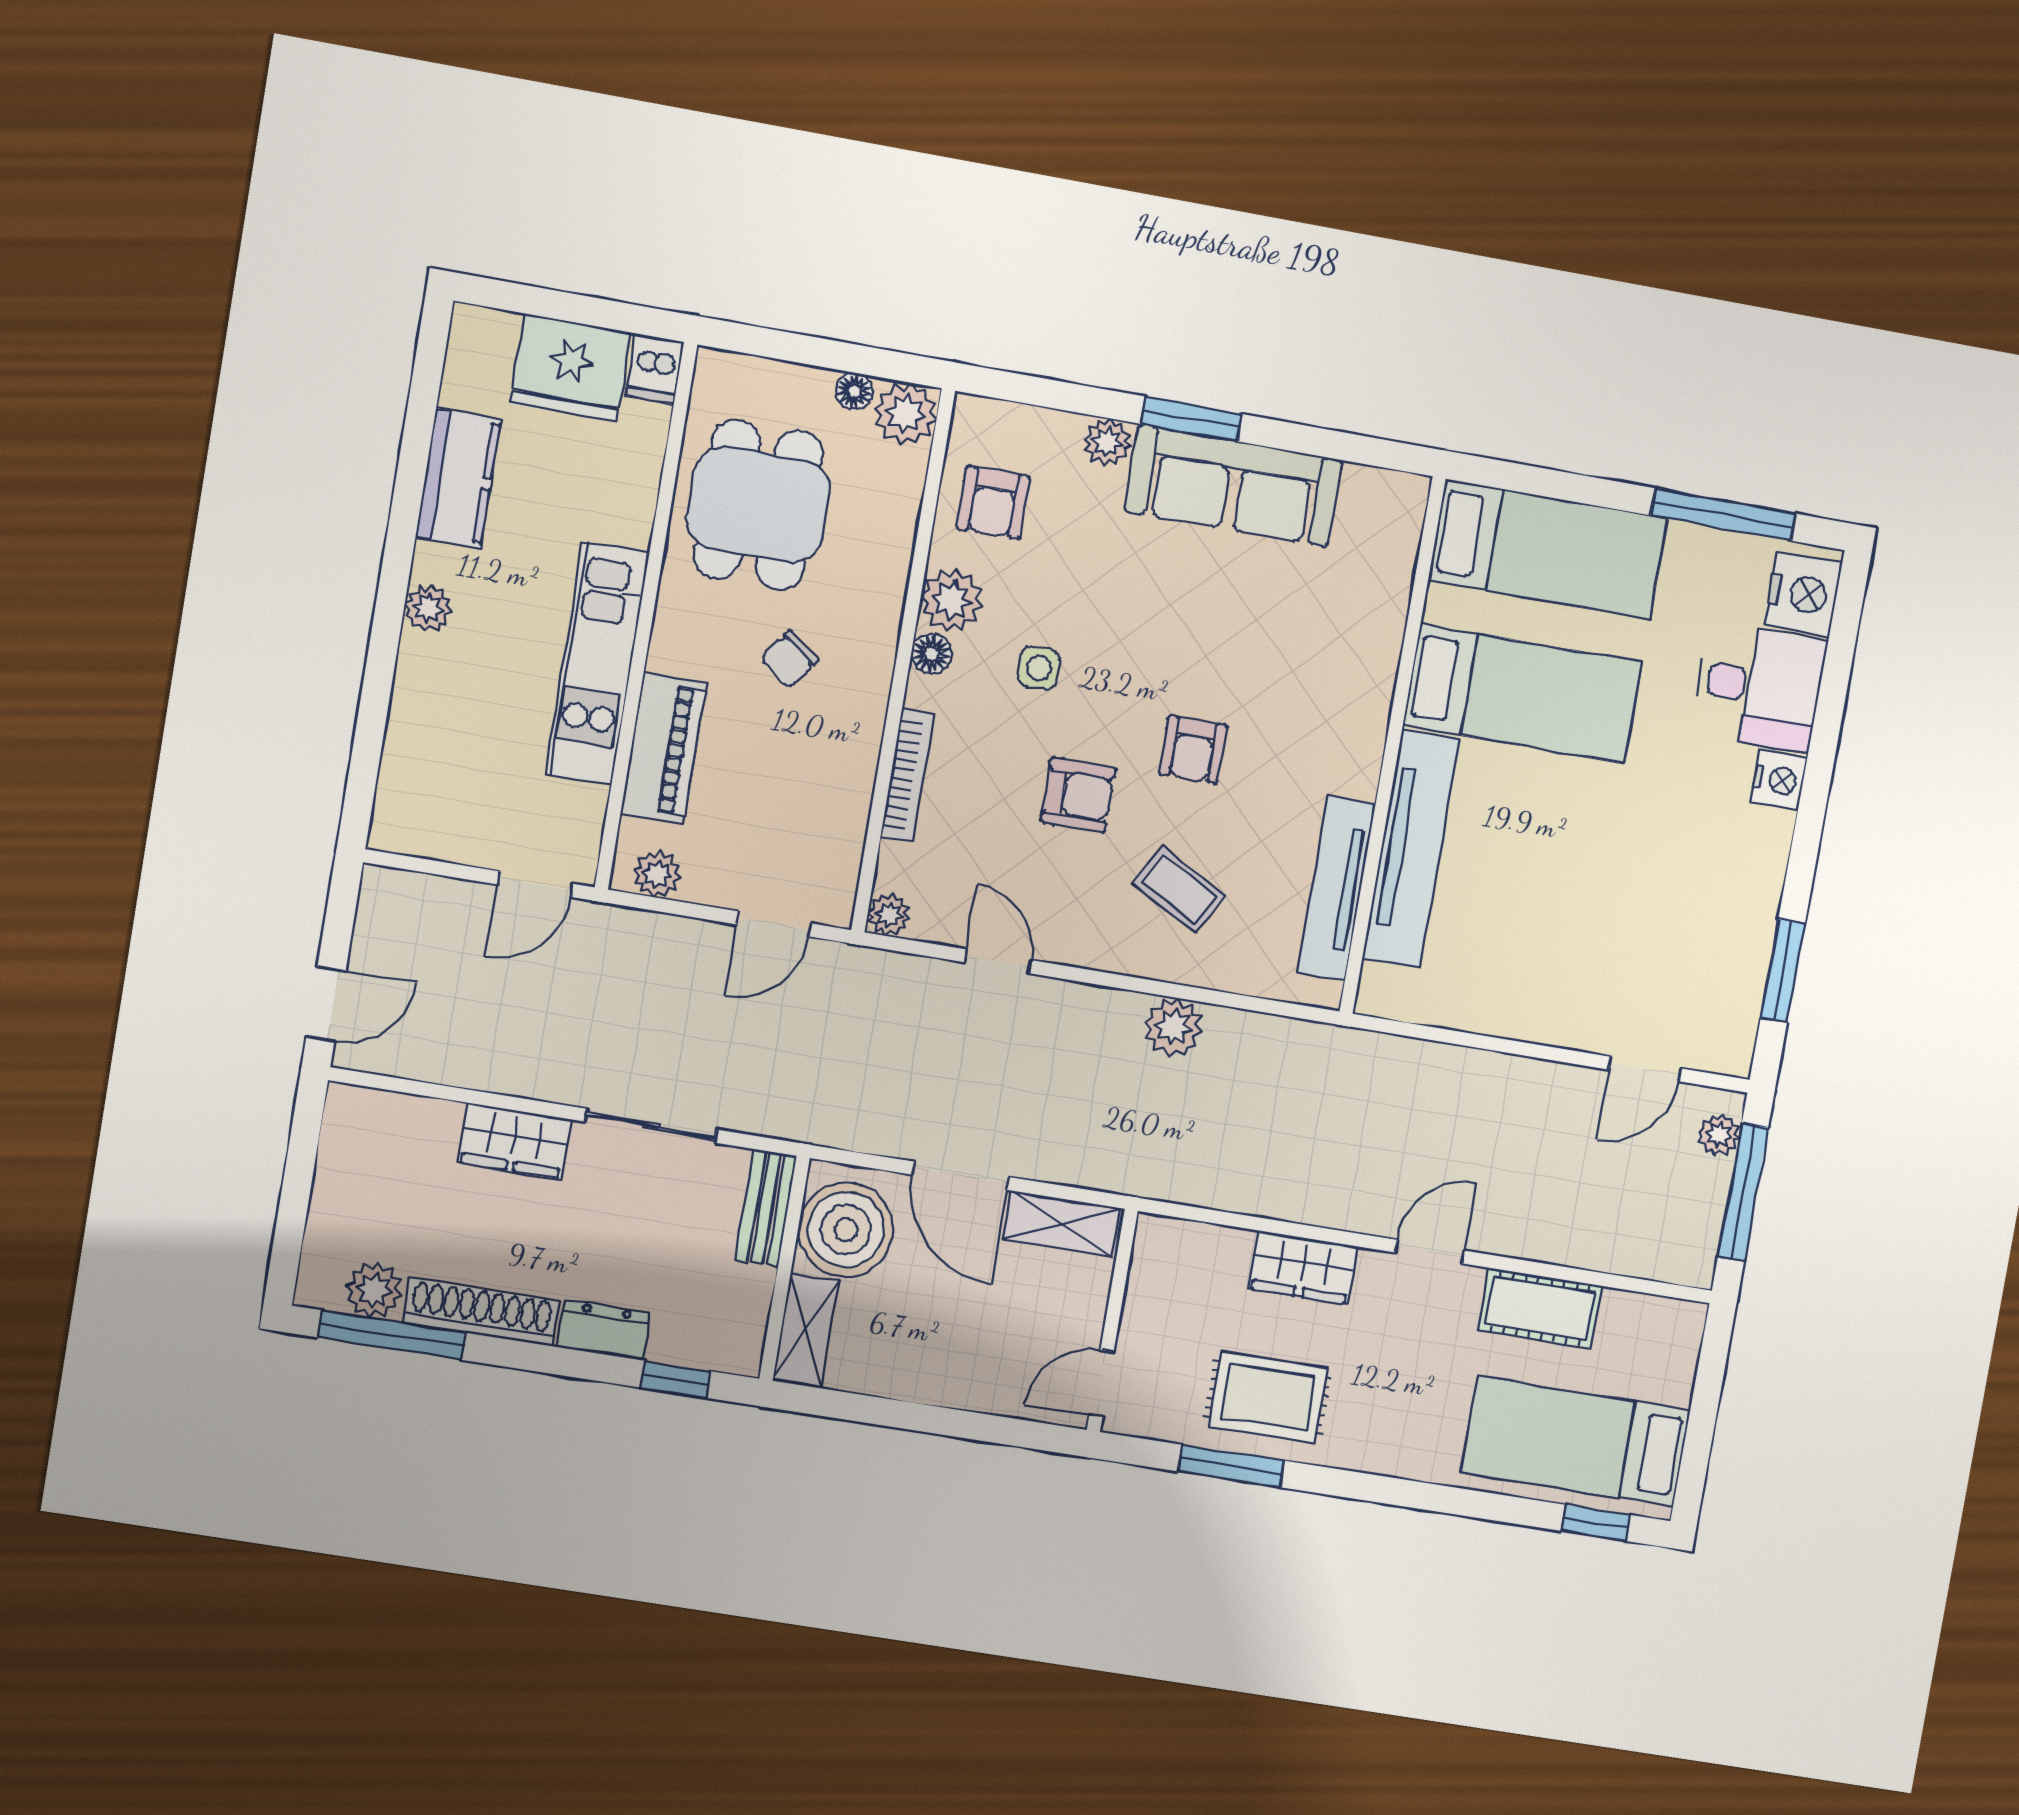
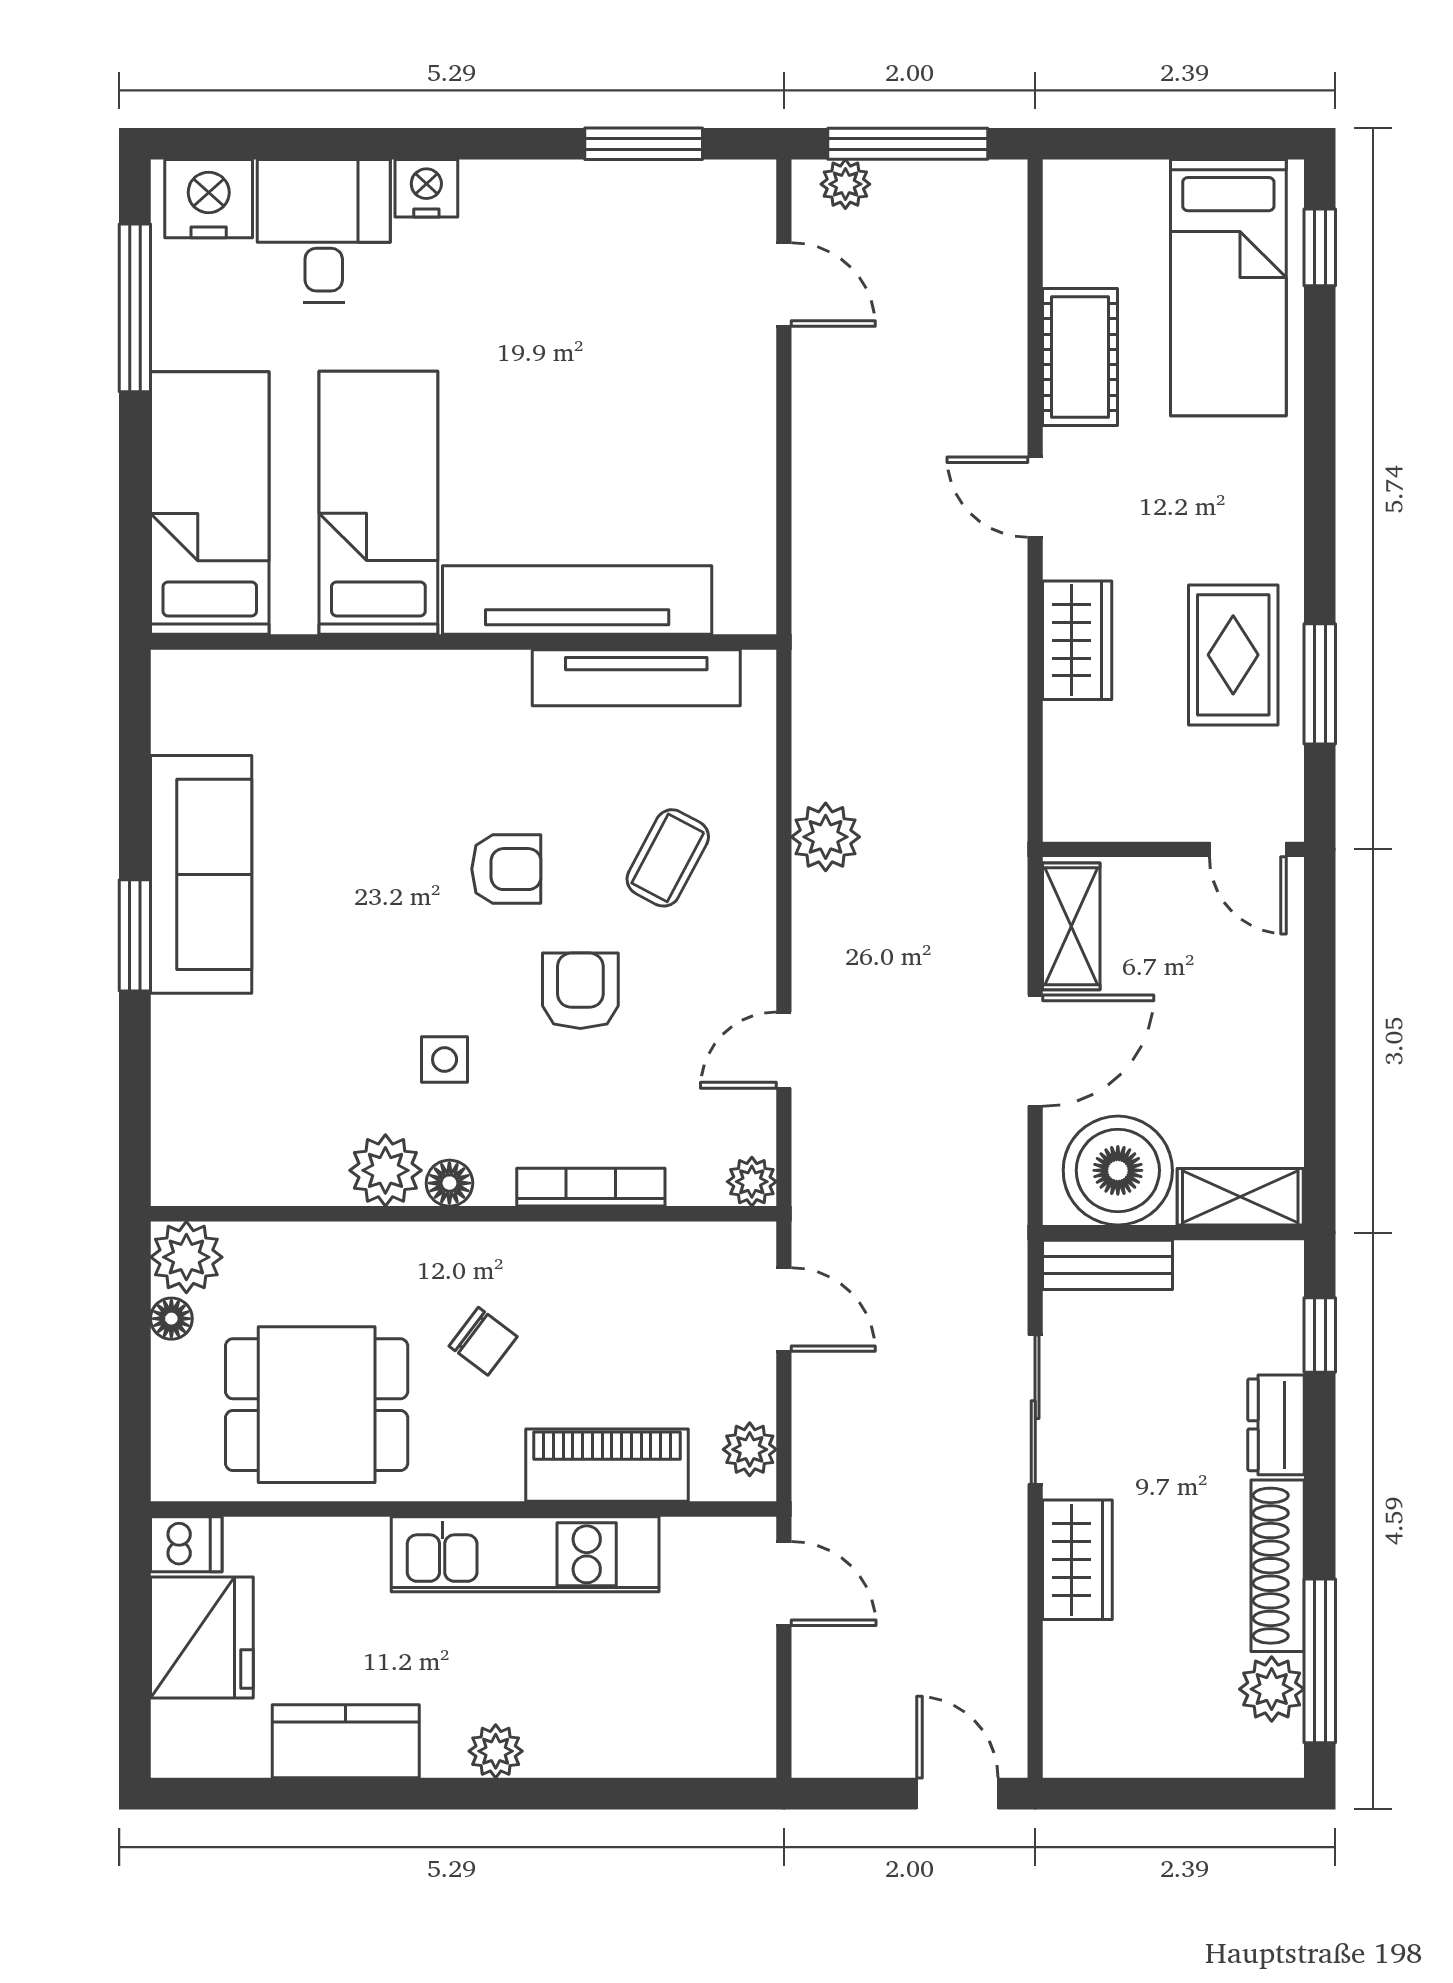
plant: (1108, 442) -> (177, 1025), removed
armchair: (993, 503) -> (268, 1142), removed

